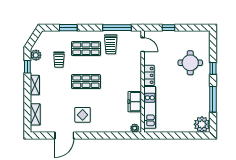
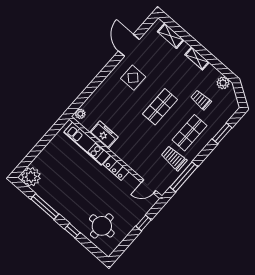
round table: (190, 63) -> (102, 226), moved
window: (27, 67) -> (219, 66), removed

